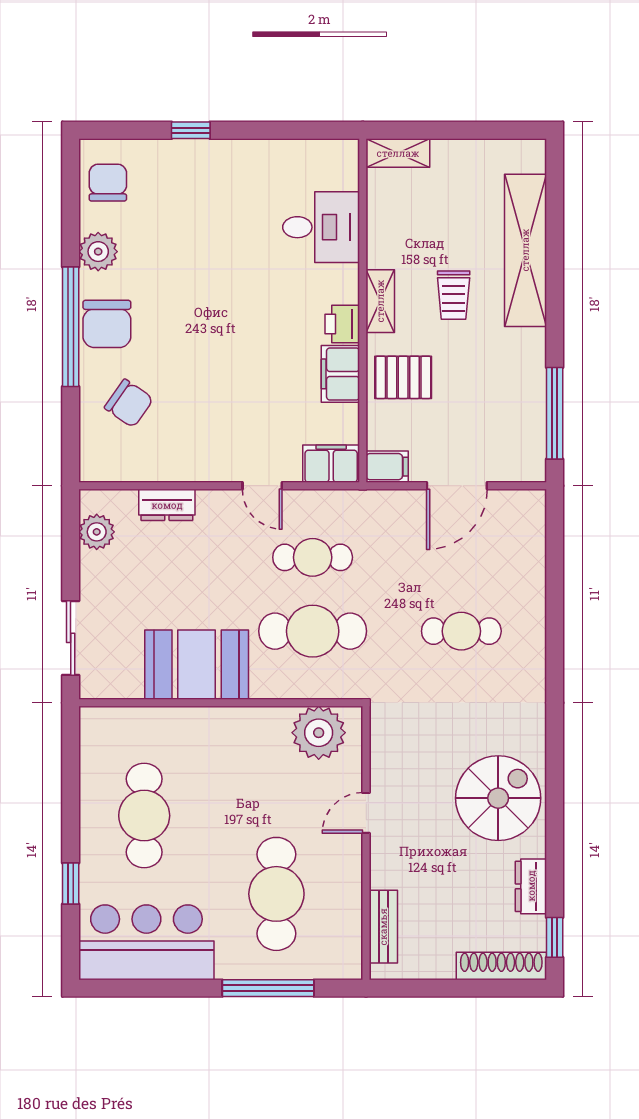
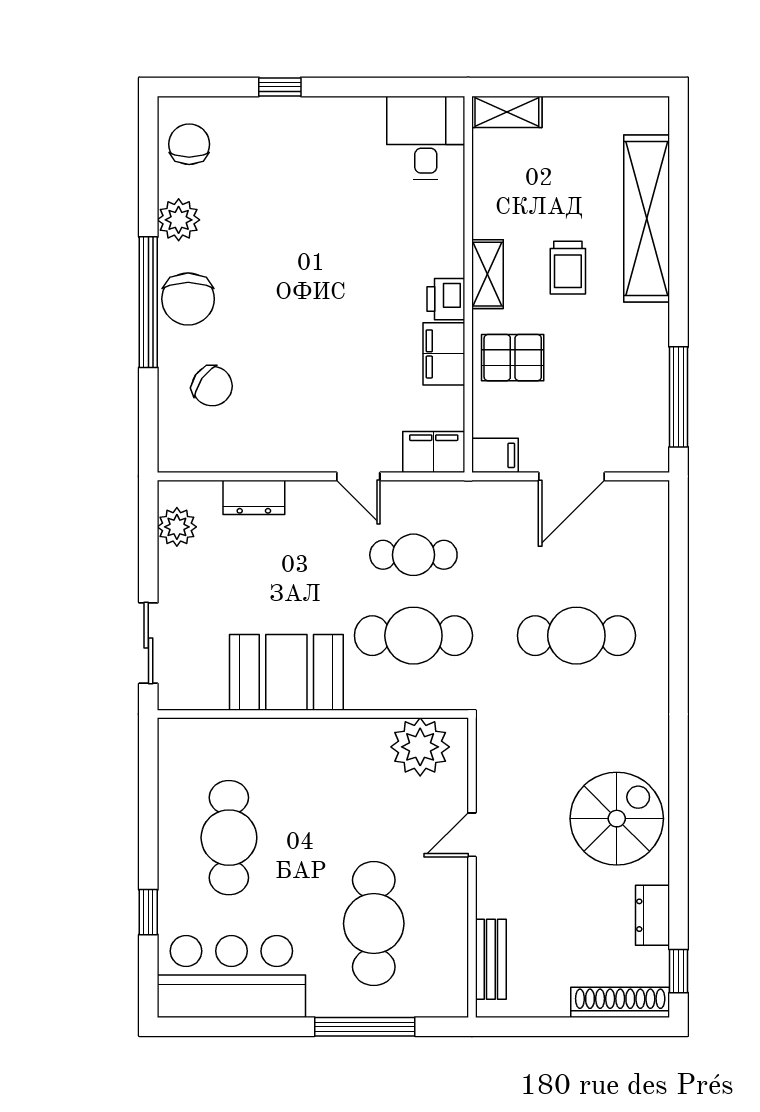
desk: (321, 227) -> (426, 138), moved, turned -90
cafe table: (461, 631) -> (576, 636), width x1.37, depth x1.35

